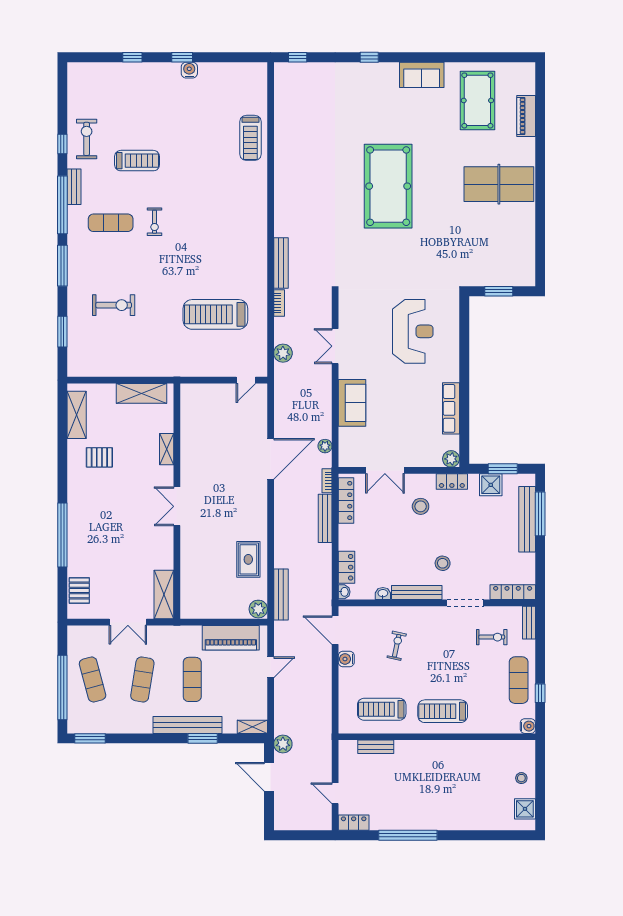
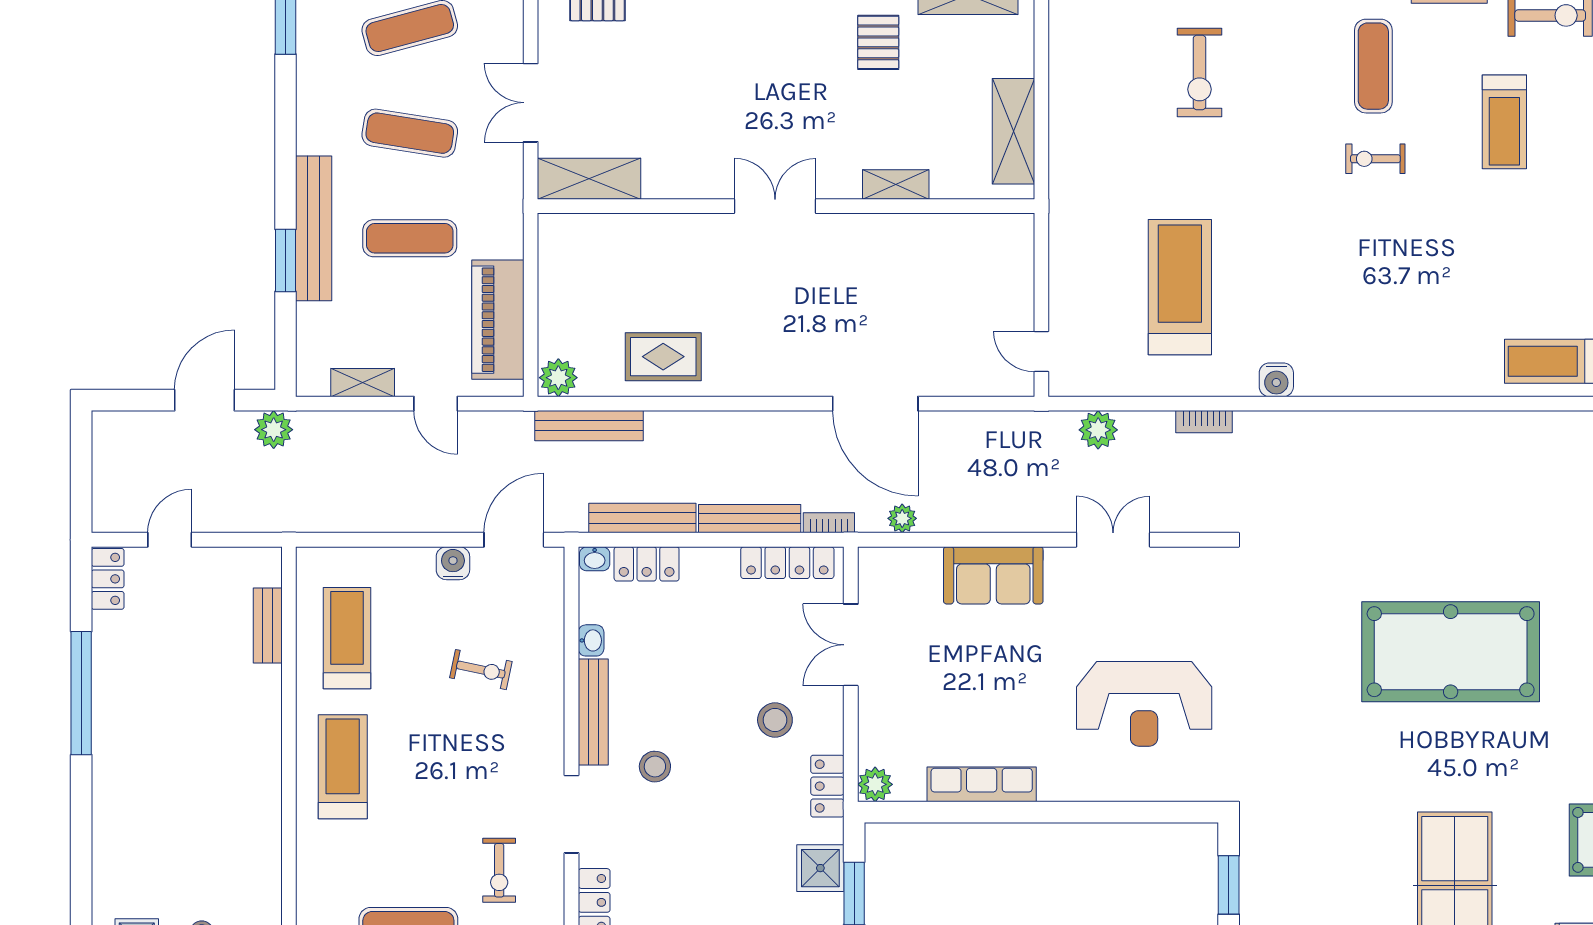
bench: (281, 263) -> (642, 518), moved
water cooler: (259, 269) -> (1276, 380), added
shelving: (252, 727) -> (363, 383), moved, turned 90

